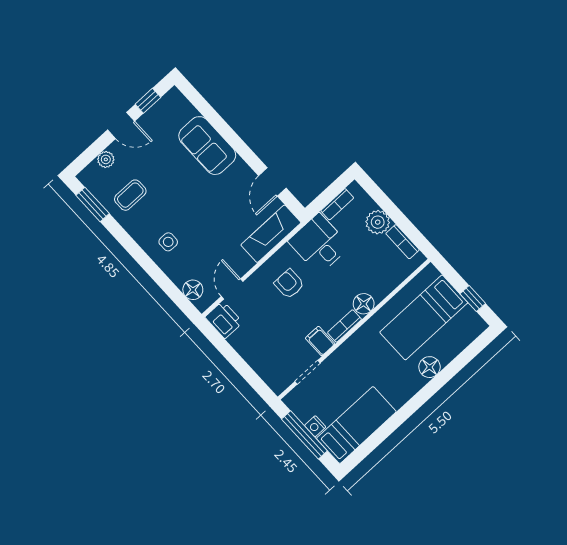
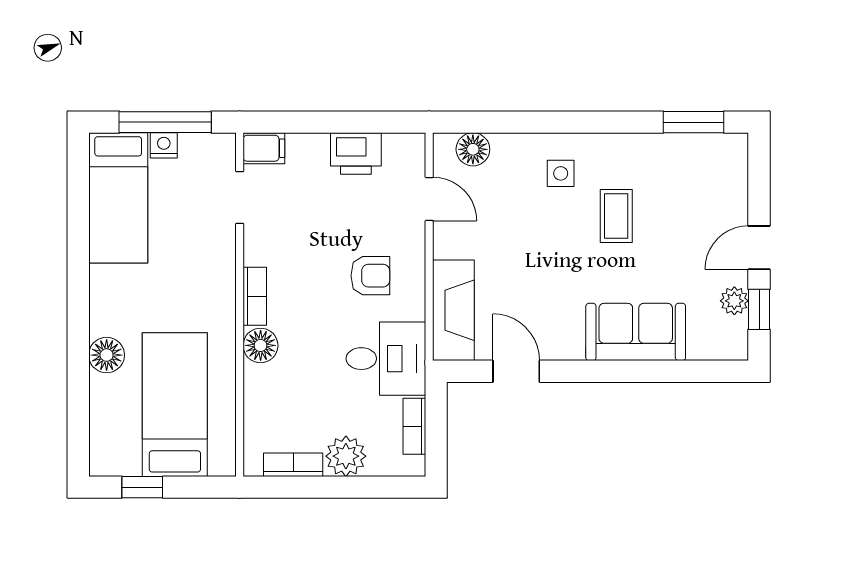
plant: (106, 159) -> (734, 301), moved
coffee table: (130, 195) -> (616, 216), moved
printer: (224, 320) -> (356, 154), moved
filing cabinet: (320, 341) -> (264, 148), moved

